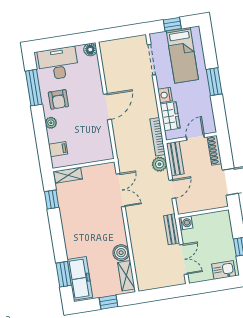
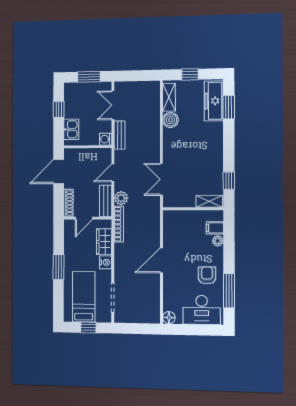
plant: (51, 123) -> (218, 241), moved
kitchen sink: (224, 270) -> (71, 129), moved, turned -90
window: (214, 285) -> (89, 77), added

